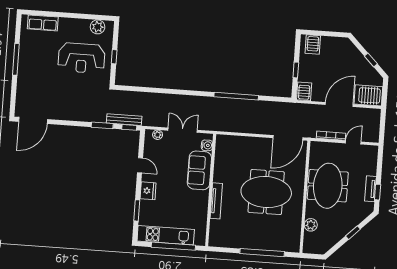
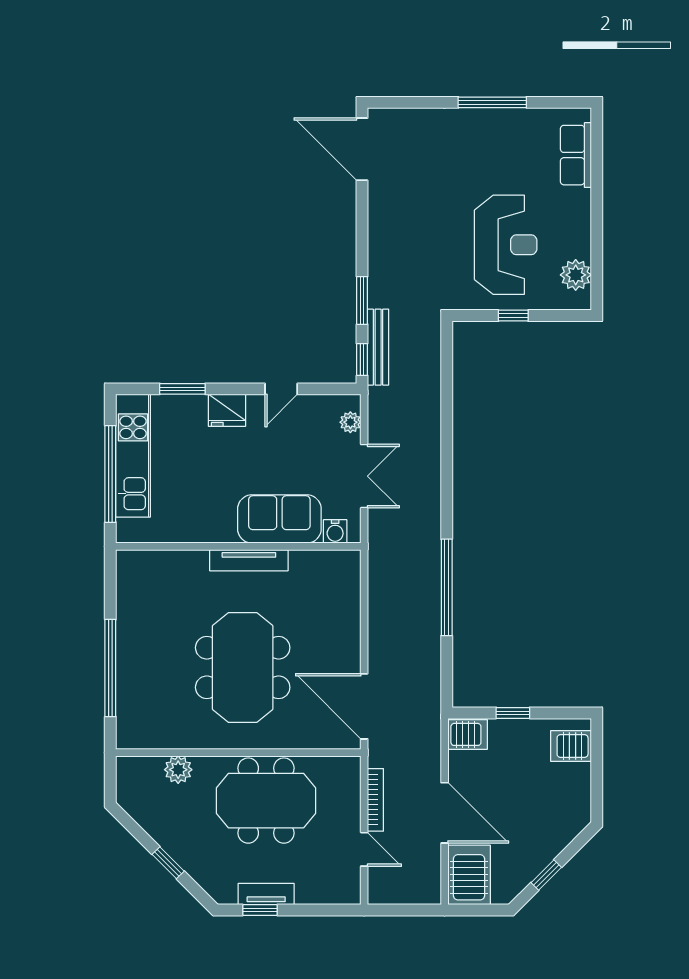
reception desk: (81, 58) -> (506, 245), turned 180
tv unit: (216, 201) -> (249, 560), moved

